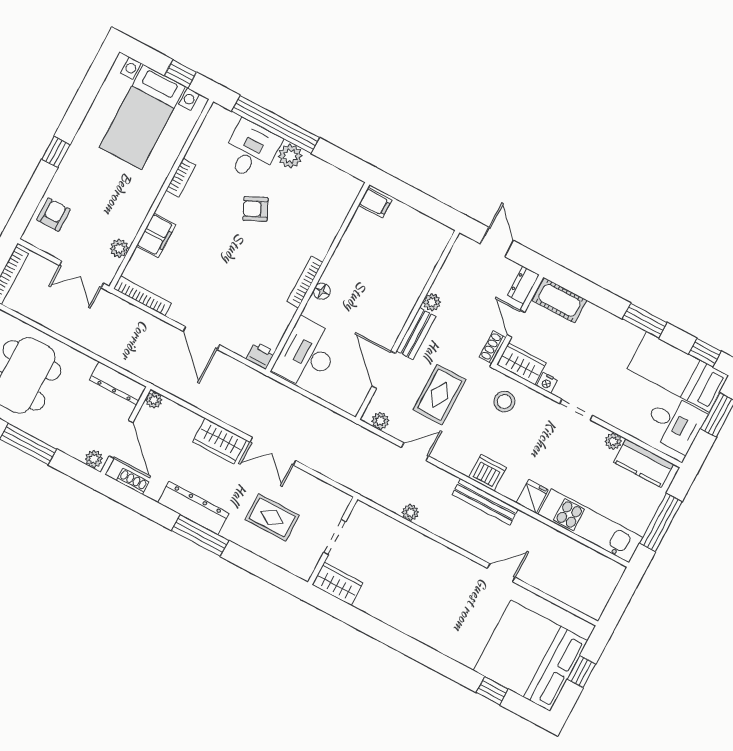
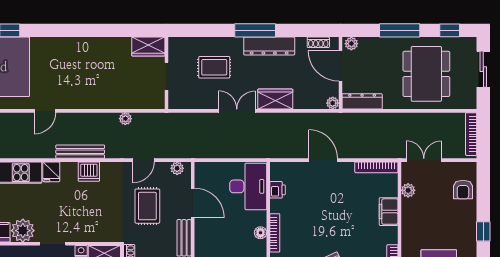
printer: (261, 355) -> (277, 190), moved, turned -90
stool: (504, 402) -> (103, 224), removed
plant: (613, 441) -> (23, 231), width x1.88, depth x1.88

